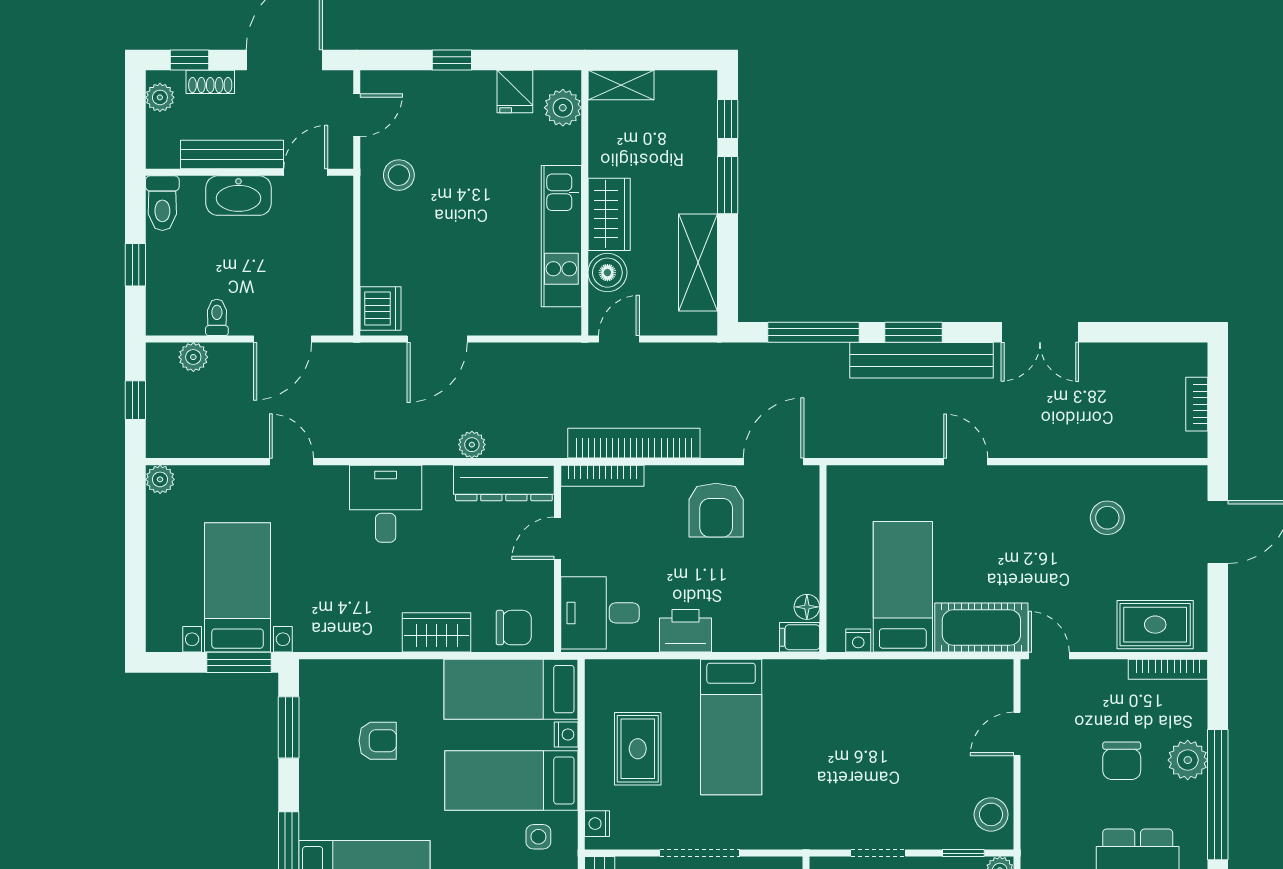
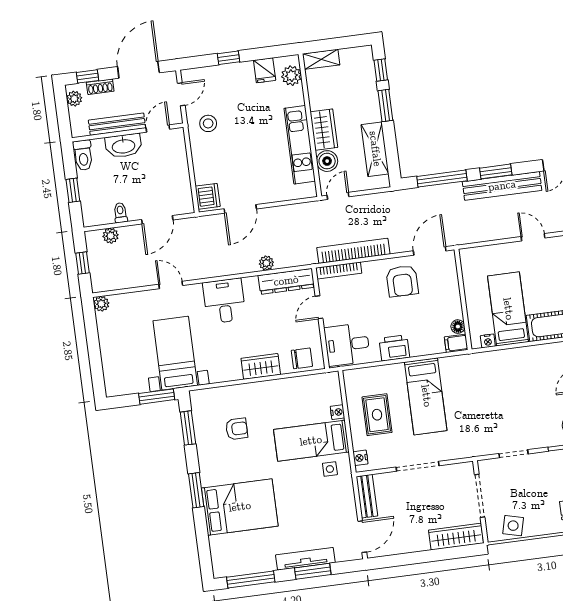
bed with nightstands: (238, 587) -> (175, 353), moved
bed: (511, 689) -> (305, 392), removed

